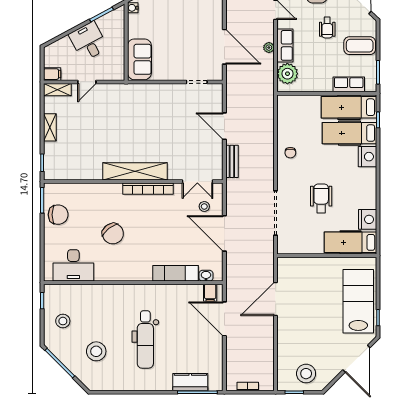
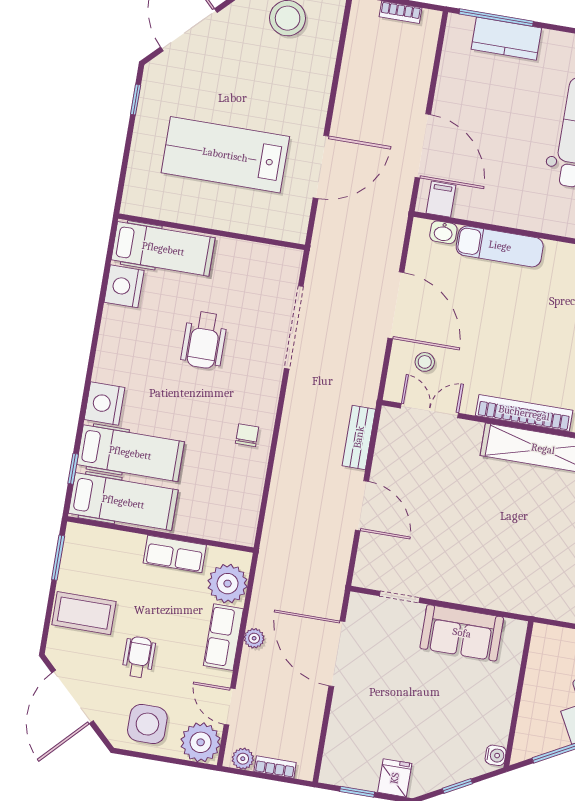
sofa: (139, 59) -> (462, 633), moved, turned -90
row of seats: (349, 84) -> (175, 554), moved
lab bench: (358, 301) -> (225, 155), moved, turned 90

